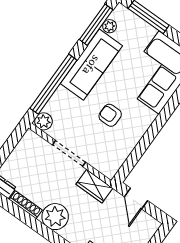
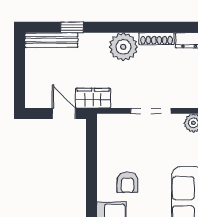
armchair: (110, 115) -> (127, 182), moved, turned 90
wardrobe: (94, 186) -> (93, 98), moved

